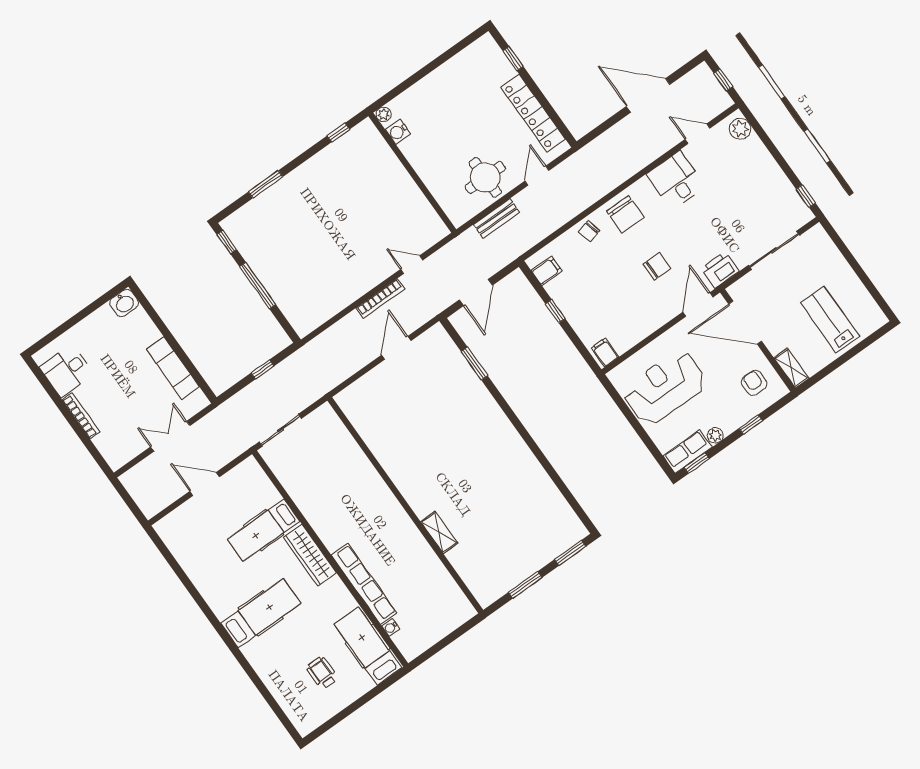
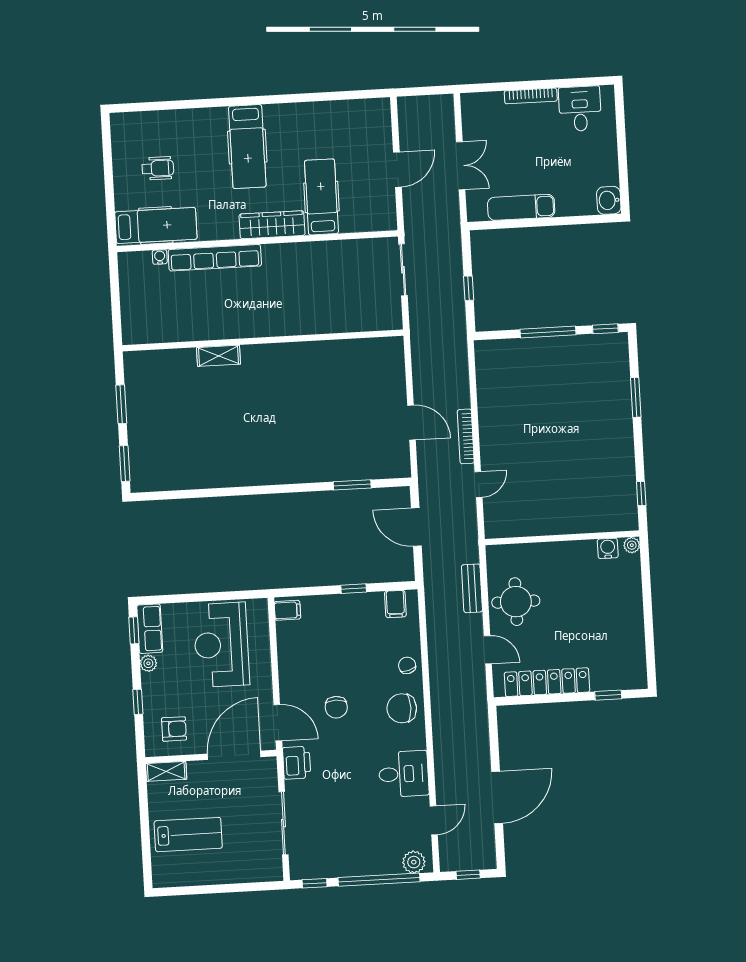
window: (771, 147) -> (379, 880), added
reception desk: (665, 387) -> (221, 645), turned 180

